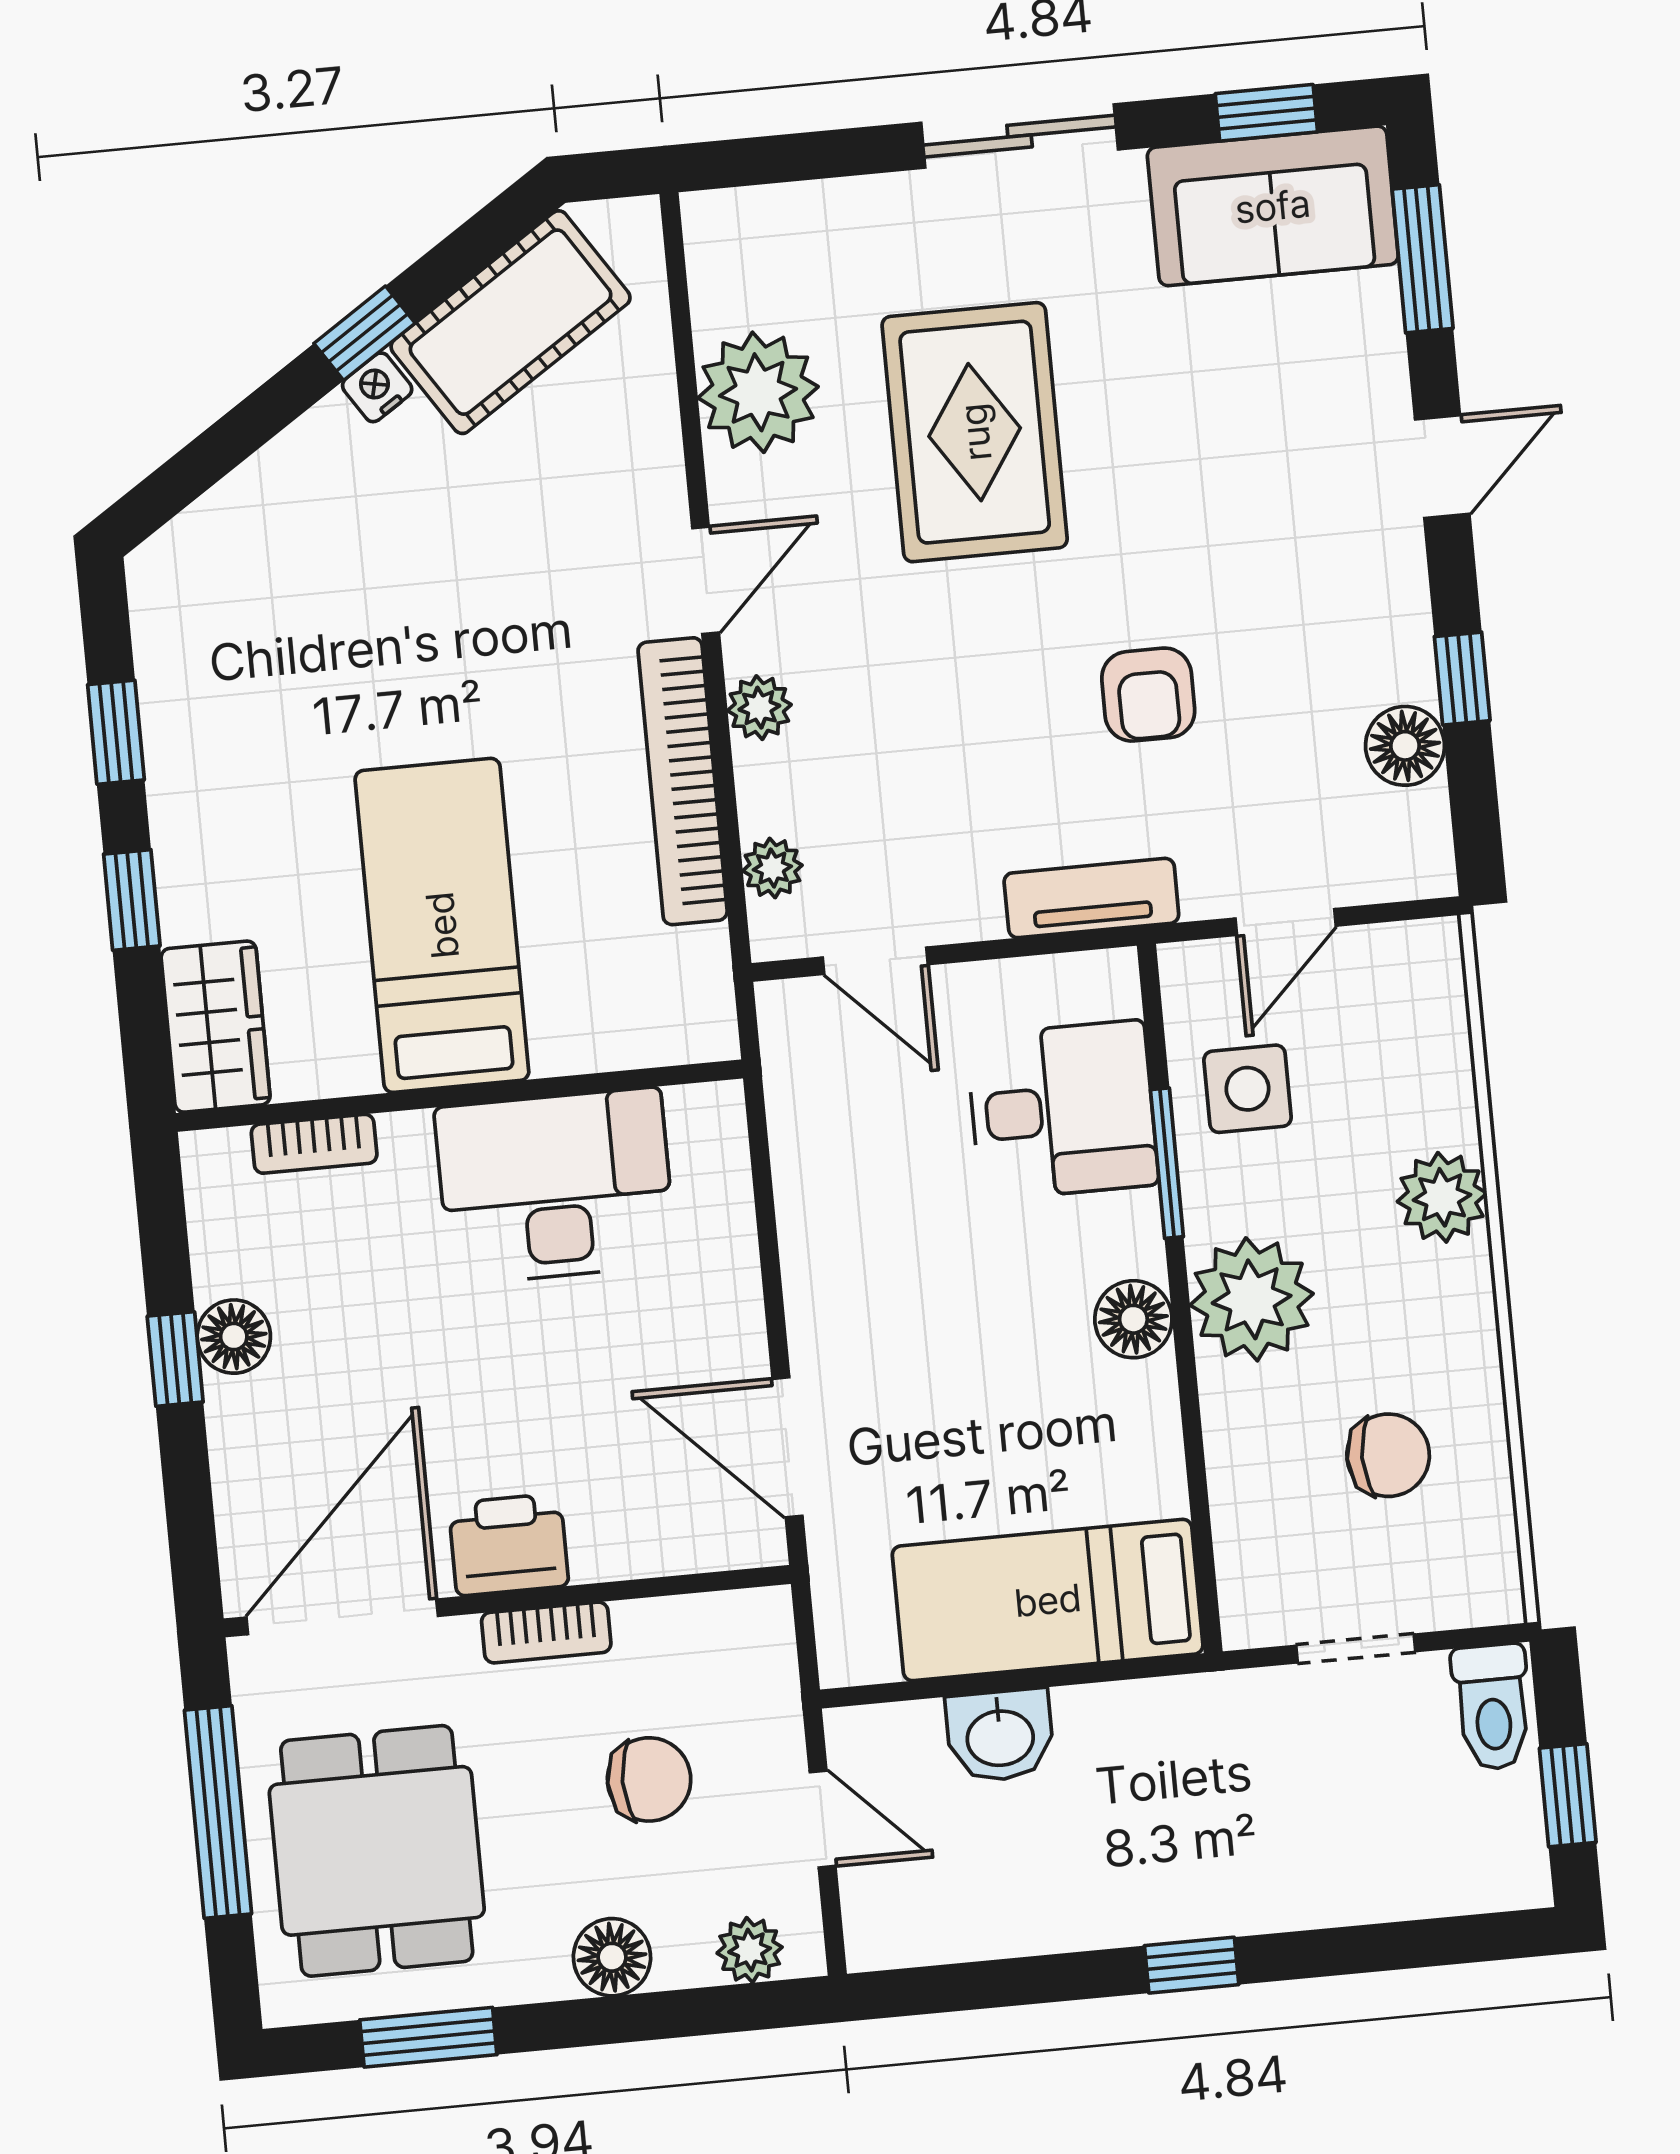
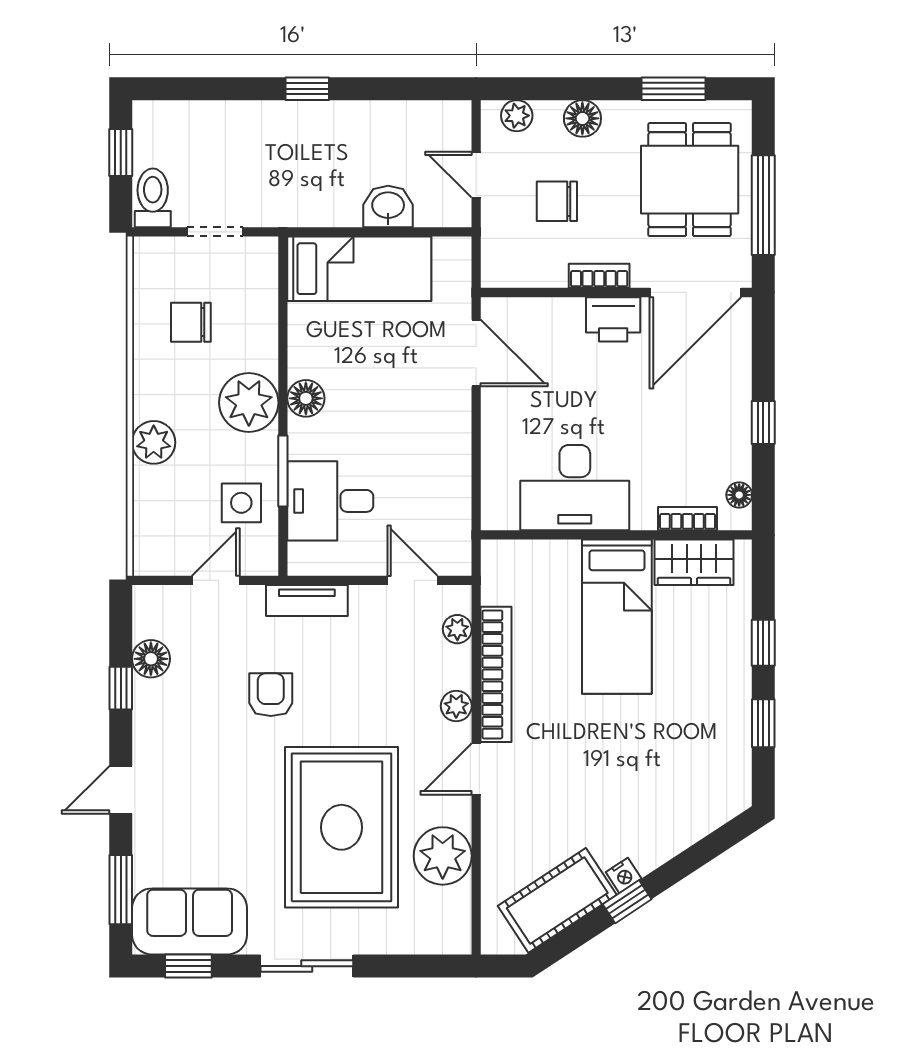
rug: (975, 432) -> (342, 827), width x1.37, depth x1.44
wardrobe: (216, 1027) -> (694, 562), moved, turned -90
floor lamp: (234, 1337) -> (739, 495), moved, width x0.73, depth x0.73

